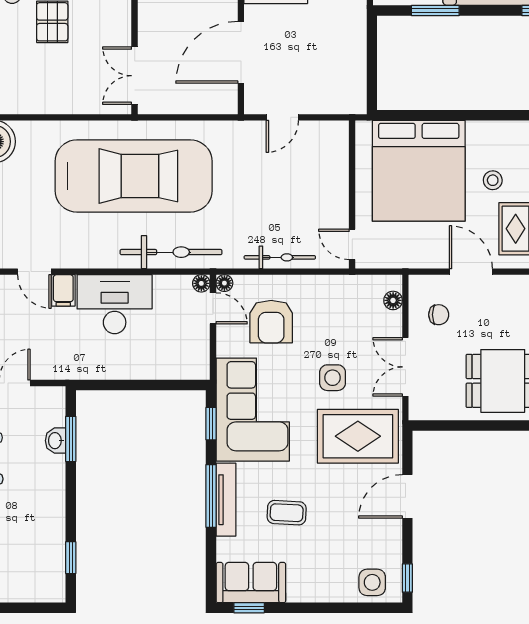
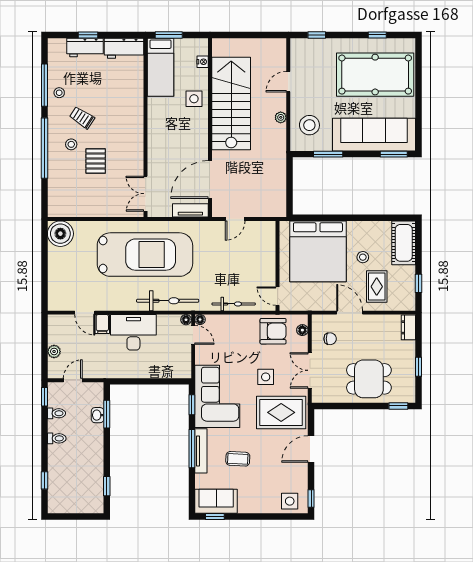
tv unit: (209, 103) -> (190, 210), added
armchair: (271, 322) -> (273, 331), moved, turned -90

